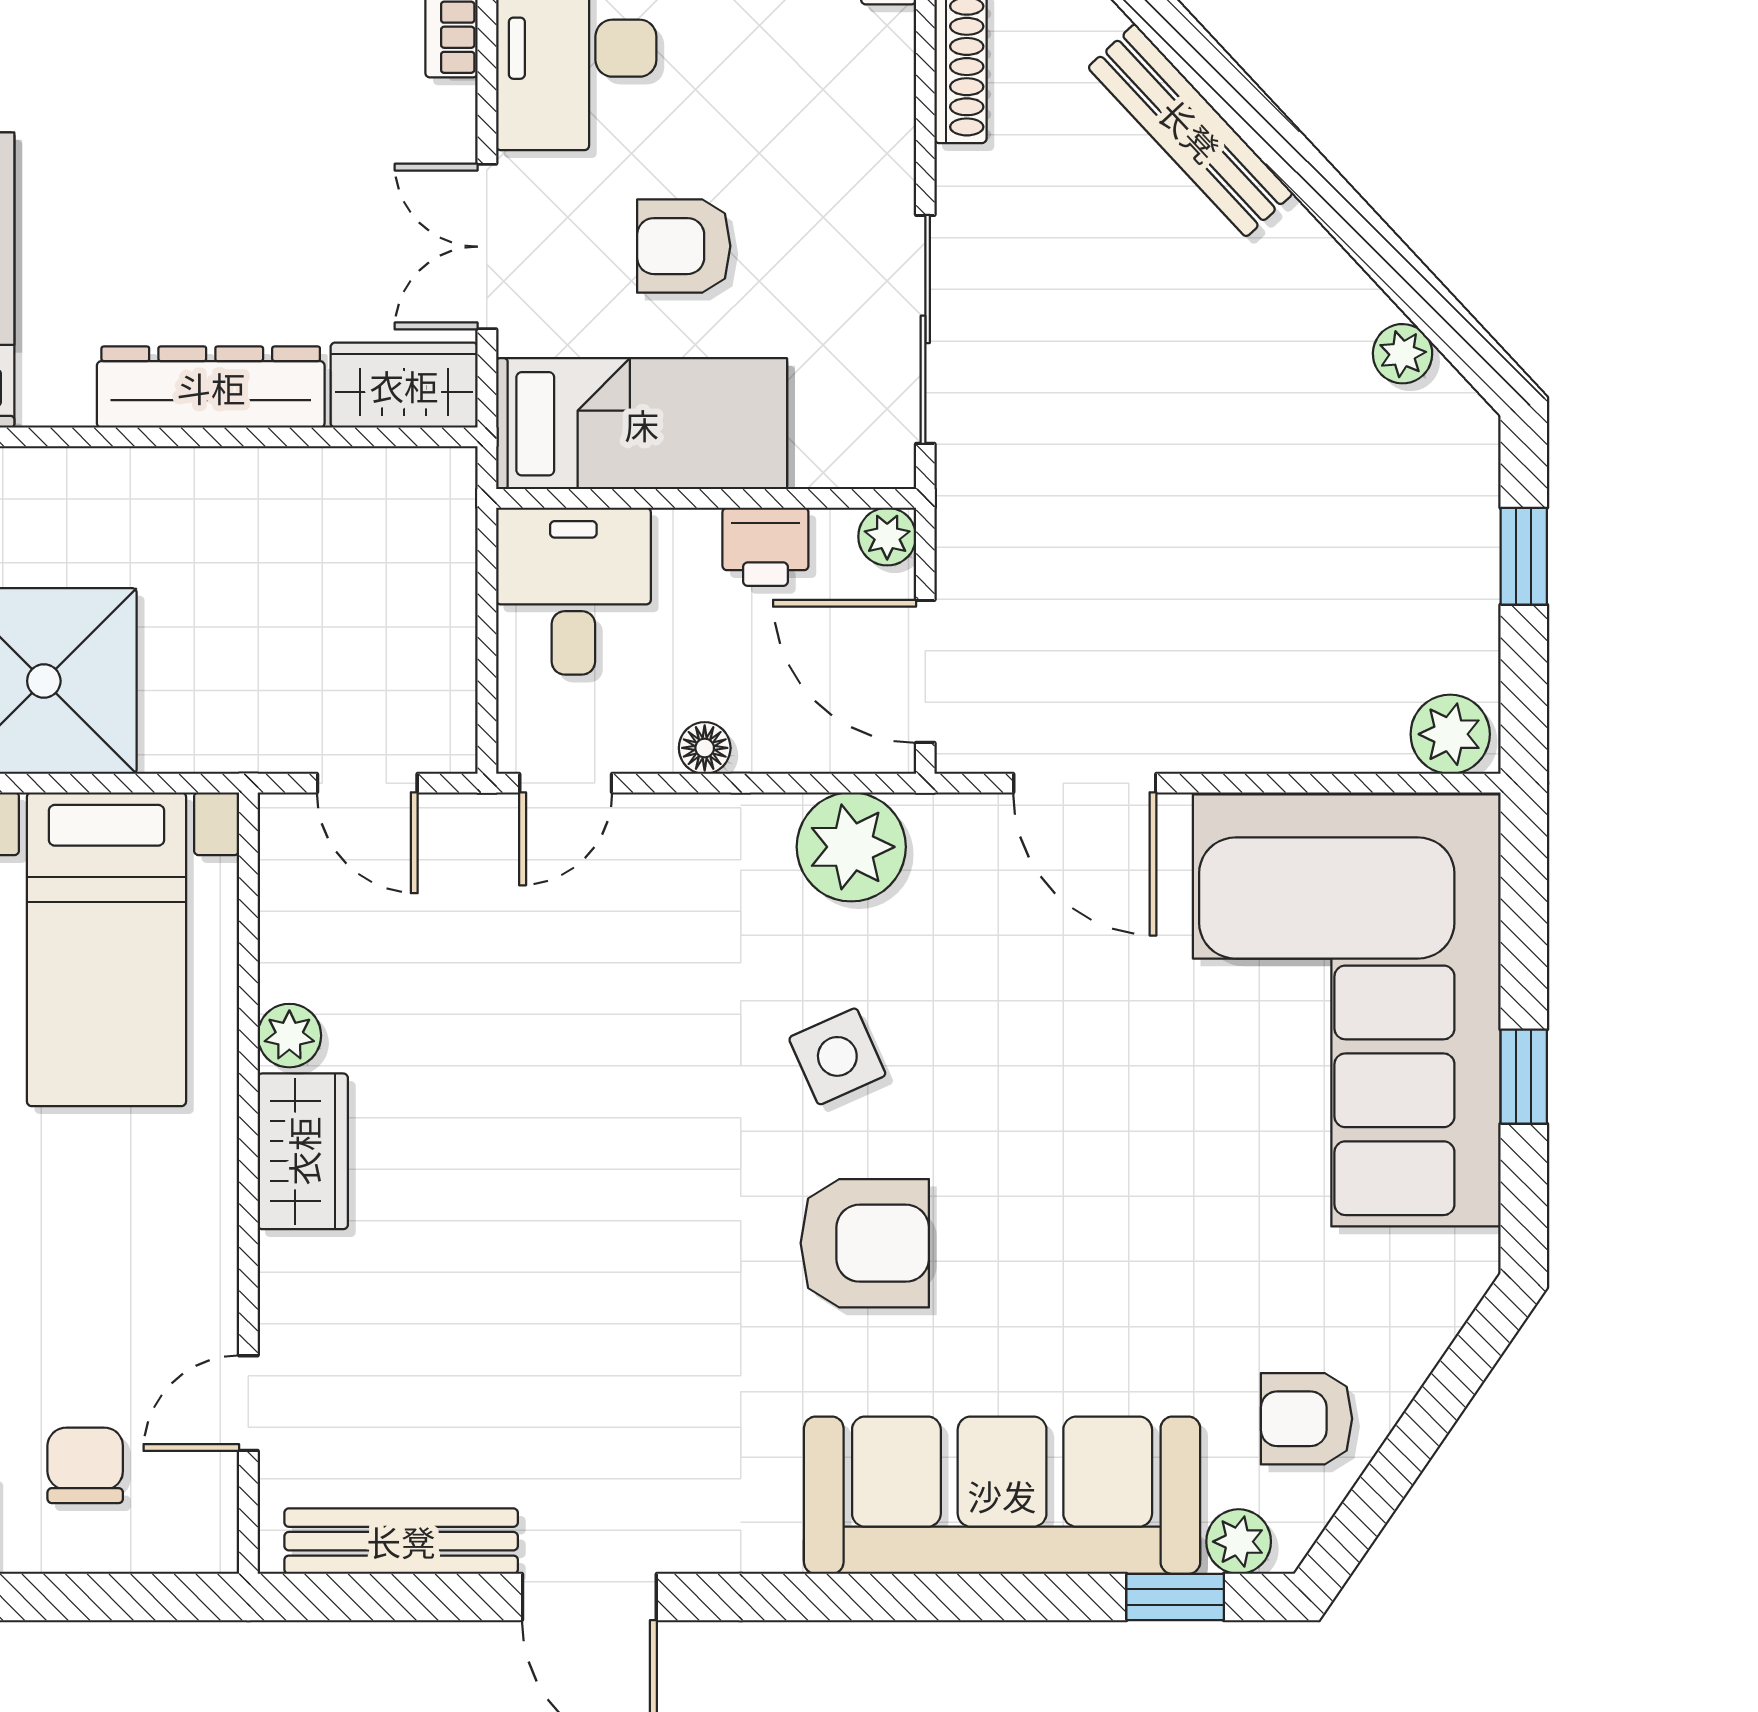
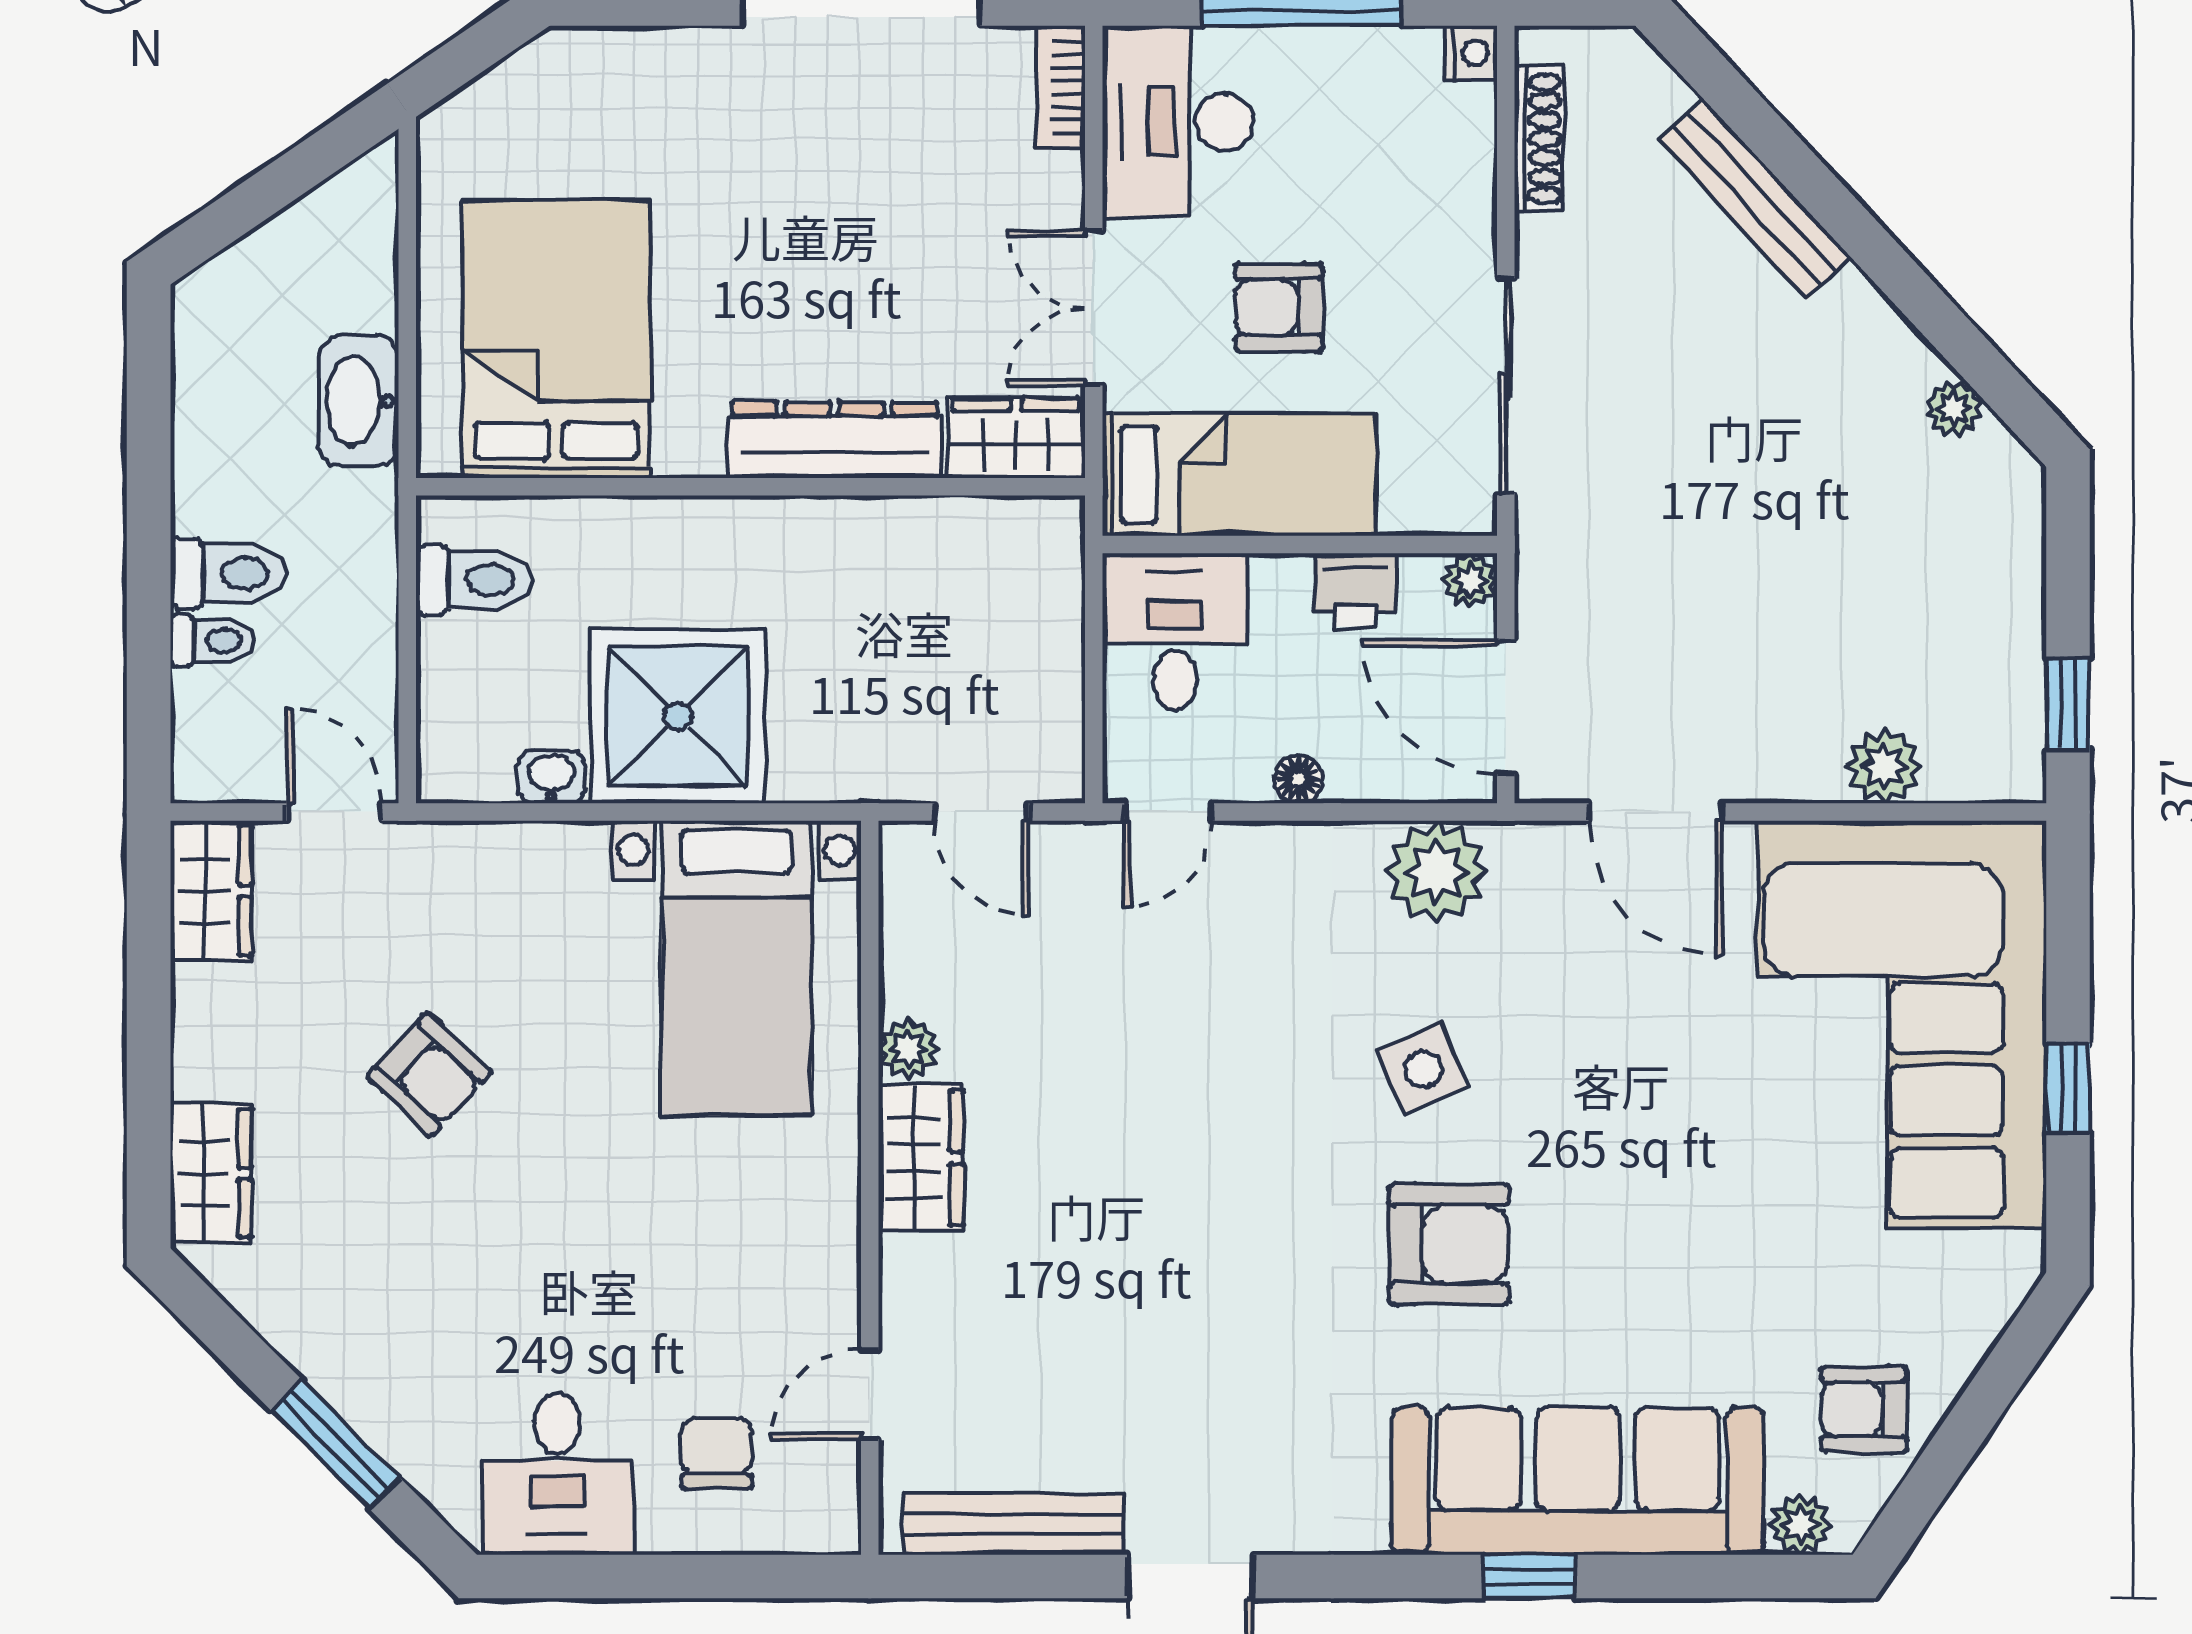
window: (1524, 556) -> (2068, 705), moved
plant: (1450, 734) -> (1884, 766), moved
window: (1175, 1597) -> (1529, 1577), moved

